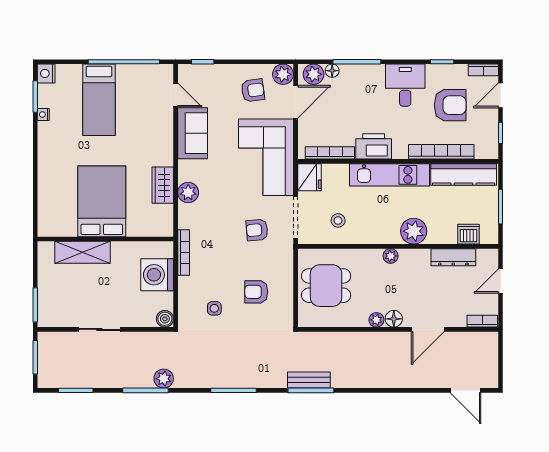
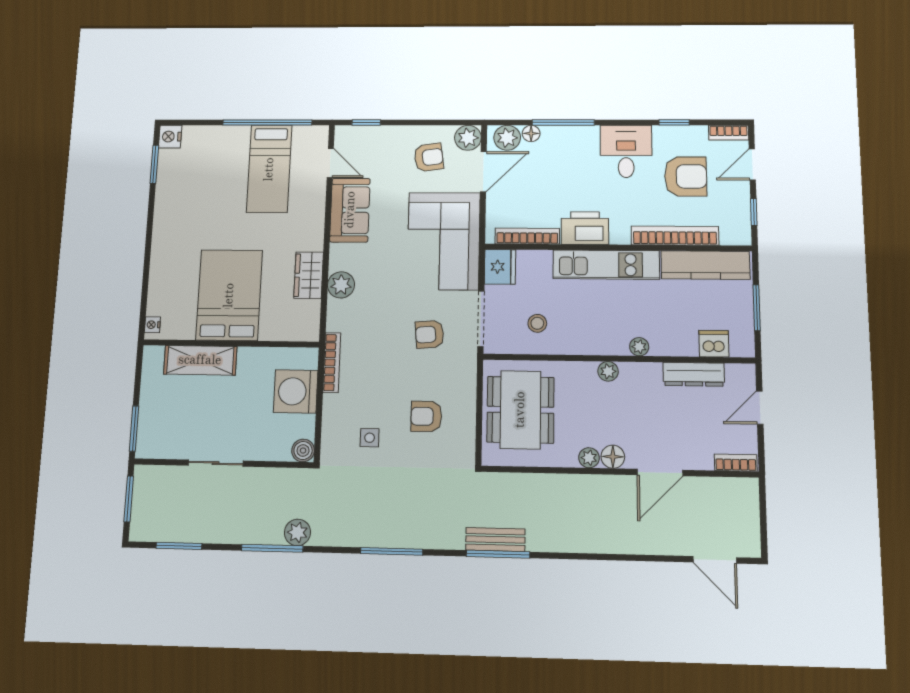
bed: (99, 100) -> (269, 169), moved
nightstand: (43, 114) -> (152, 325), moved
plant: (414, 231) -> (639, 347), width x0.53, depth x0.53
dining table: (326, 286) -> (520, 410), width x1.38

